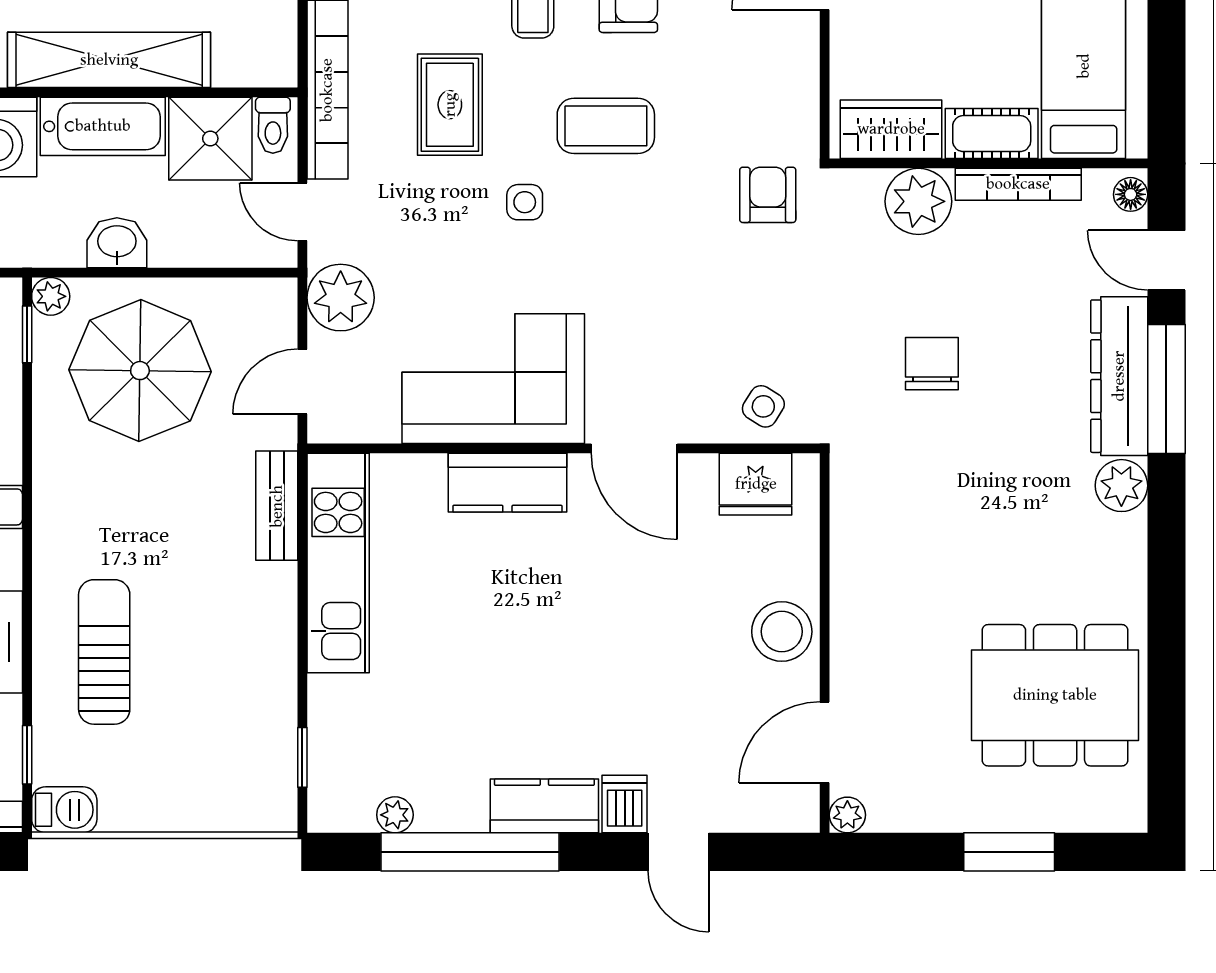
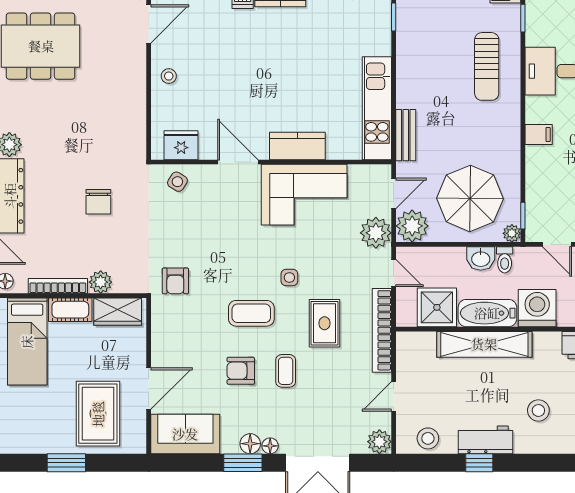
toilet: (273, 125) -> (505, 260), moved, turned 180
plant: (918, 201) -> (101, 282), width x0.73, depth x0.73
plant: (263, 312) -> (412, 226), added
stool: (782, 632) -> (169, 76), width x0.53, depth x0.53

